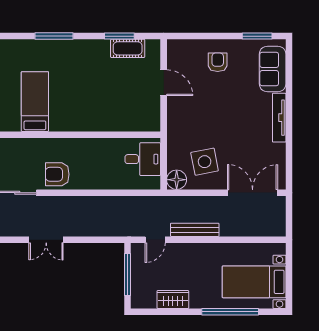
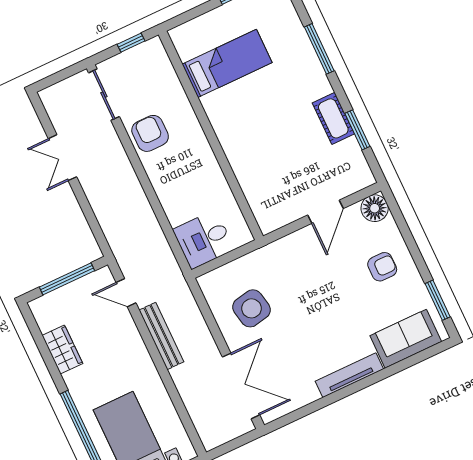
cot: (128, 48) -> (333, 118), moved
desk: (143, 159) -> (204, 239), moved, turned 90
floor lamp: (177, 180) -> (375, 208), moved

